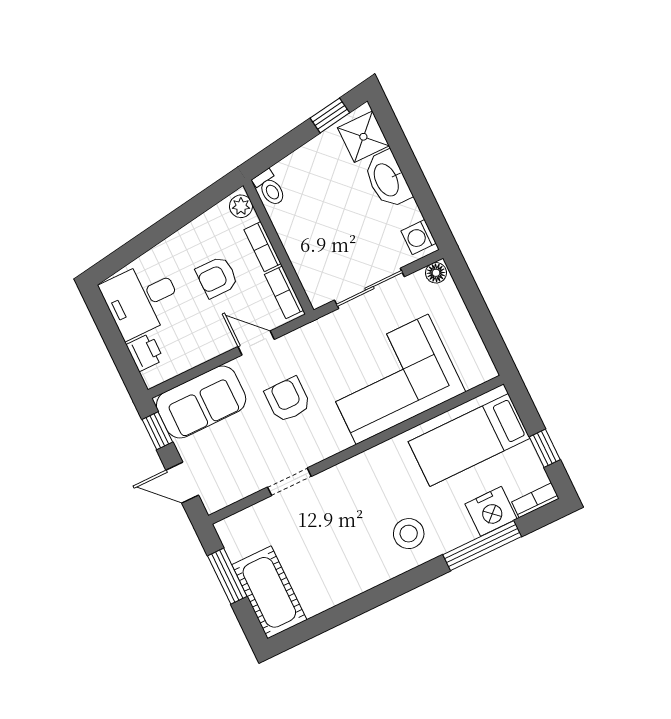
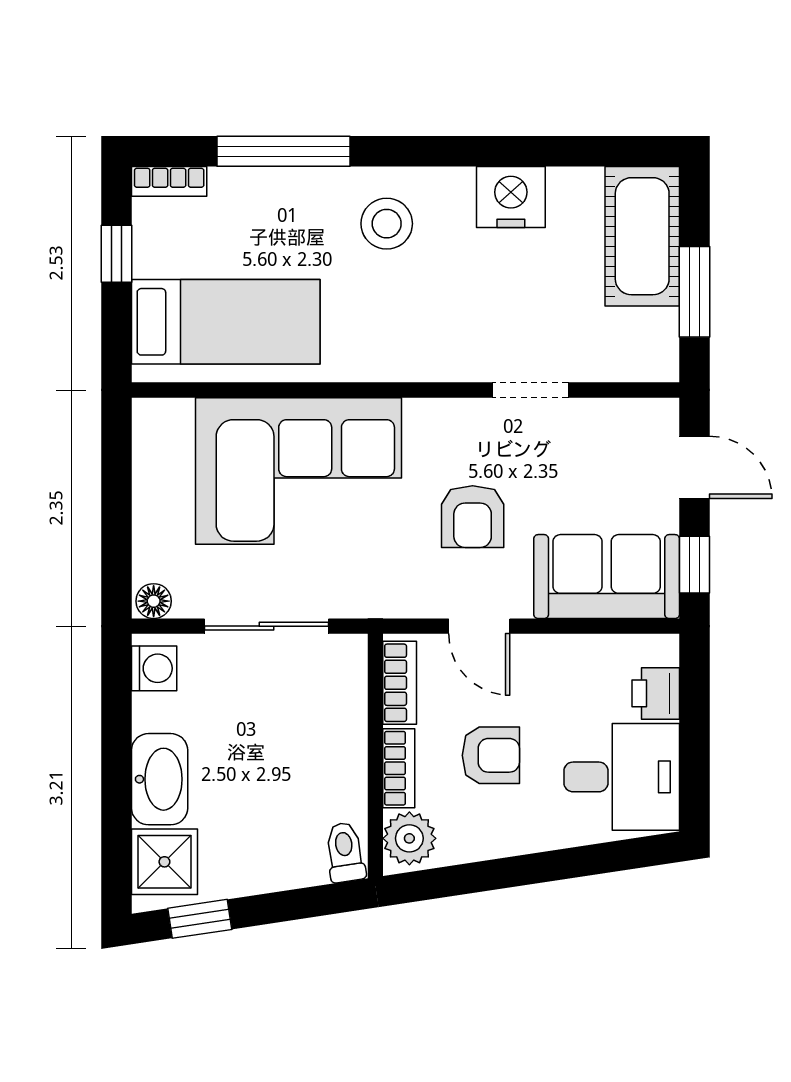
plant: (241, 206) -> (409, 838), width x1.38, depth x1.38
nightstand: (491, 511) -> (511, 197), moved

